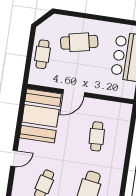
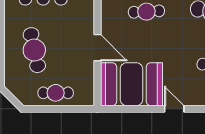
door: (14, 158) -> (174, 109), moved

